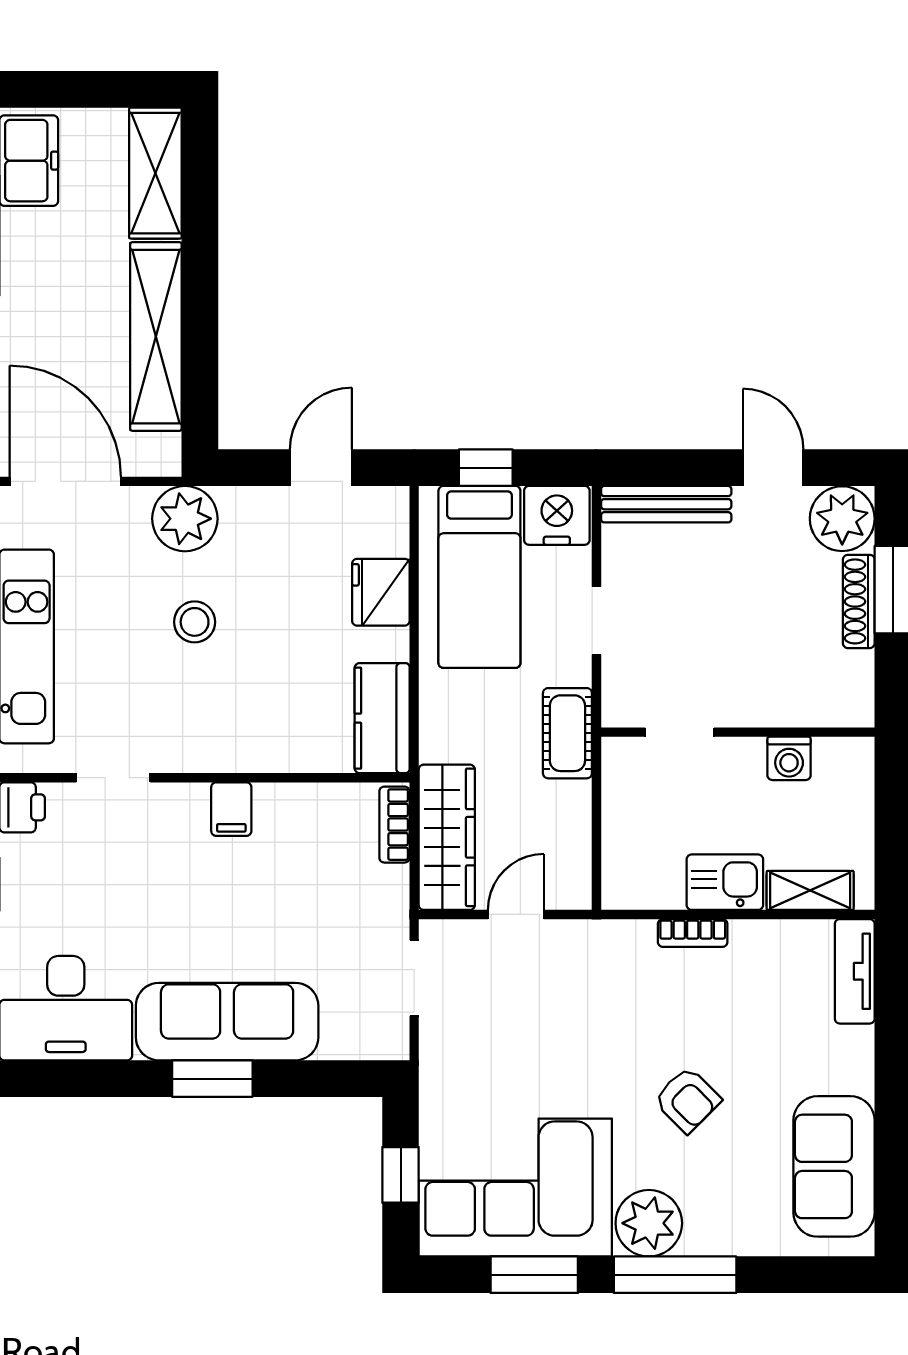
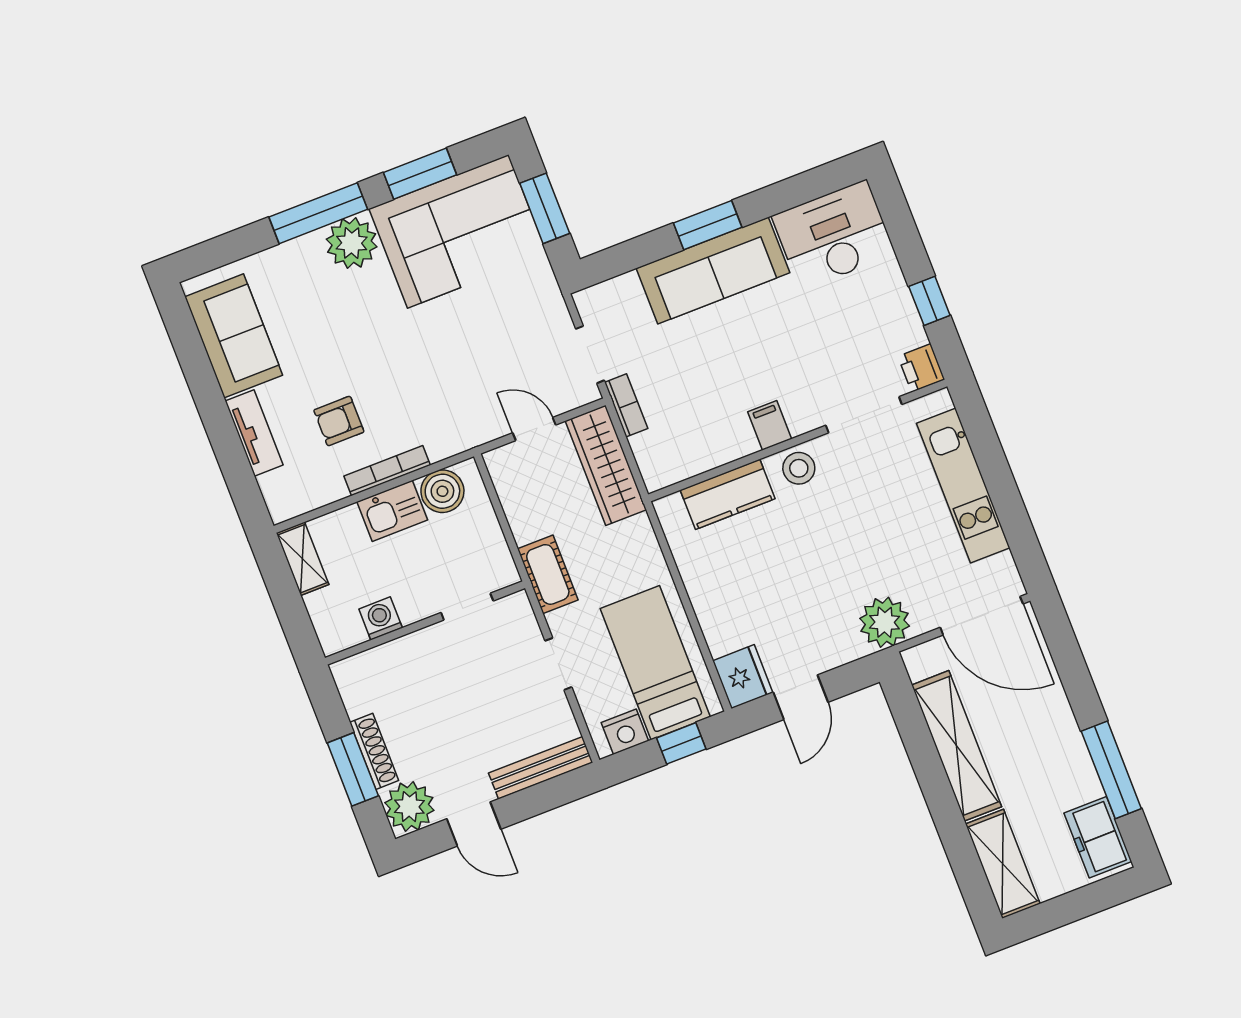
nightstand: (557, 515) -> (625, 732), width x0.74, depth x0.75
fridge: (381, 592) -> (743, 677), moved
stool: (195, 622) -> (799, 468), moved
kitchen counter: (382, 718) -> (728, 494), moved, turned 90
doorway: (113, 778) -> (864, 415), width x1.38
bookcase: (394, 825) -> (626, 405), moved
boiler: (655, 882) -> (442, 491), added
shelving: (810, 890) -> (303, 559), moved, turned 90
door: (516, 914) -> (534, 429), swing flipped
bookcase: (693, 933) -> (387, 471), width x1.56
tv unit: (855, 971) -> (254, 433), moved
armchair: (687, 1100) -> (339, 421), moved, turned -45
window: (401, 1175) -> (545, 208), width x1.50

